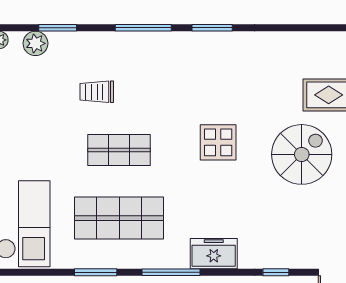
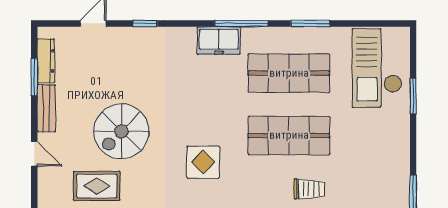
display table: (218, 142) -> (203, 162), moved
shop shelf: (119, 150) -> (289, 135), width x1.43, depth x1.36
freezer: (214, 254) -> (219, 40), moved

